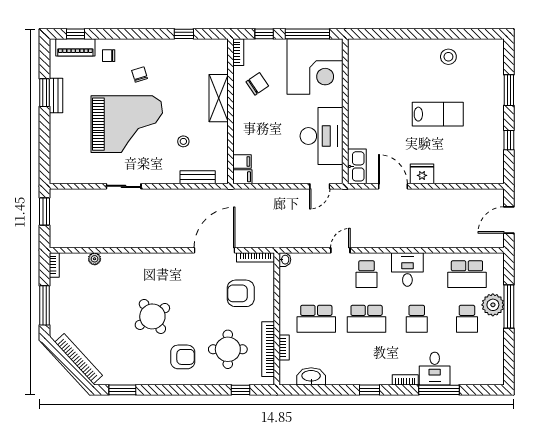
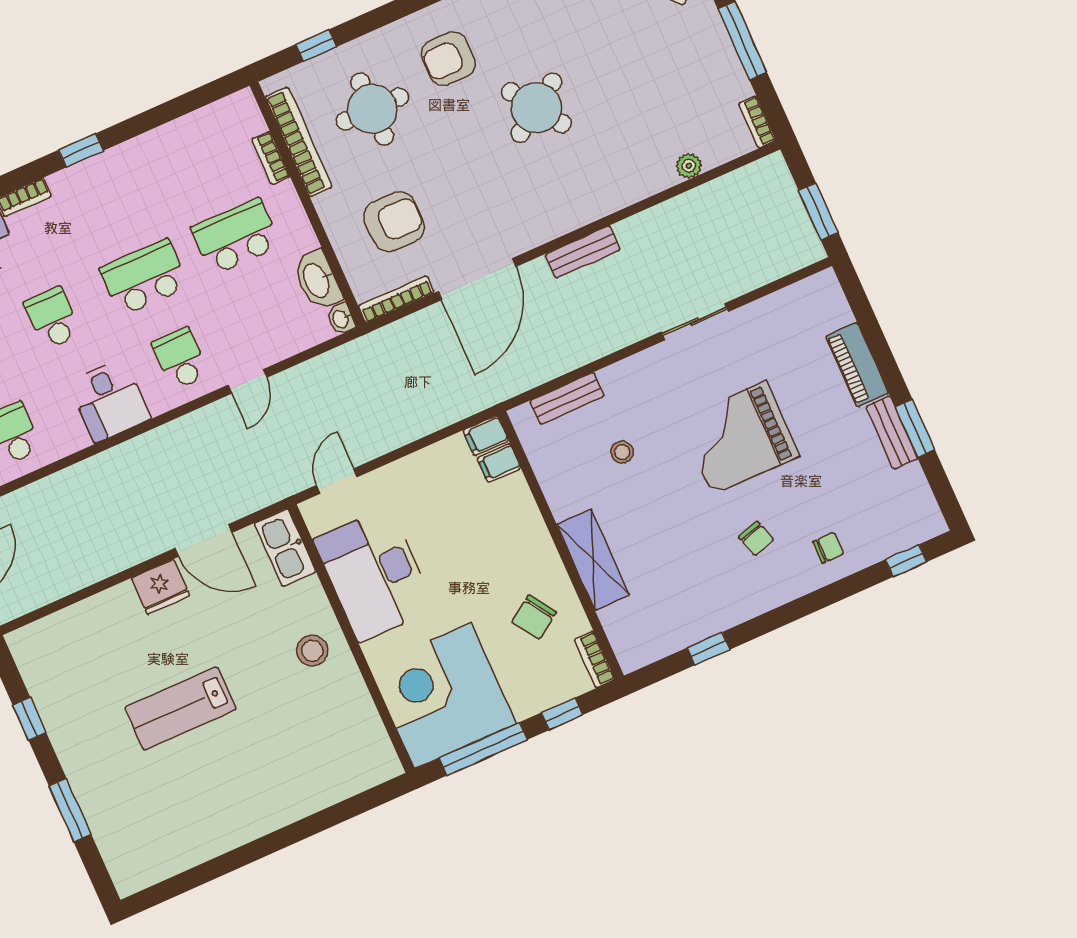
piano: (75, 47) -> (857, 365), moved, turned -90
stool: (448, 57) -> (312, 651), moved
grand piano: (127, 124) -> (739, 438), width x0.73, depth x0.68
bench: (161, 241) -> (583, 252), added
washbasin: (311, 376) -> (317, 280), moved, turned 90

